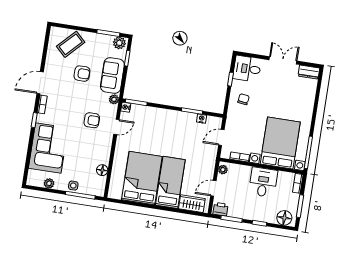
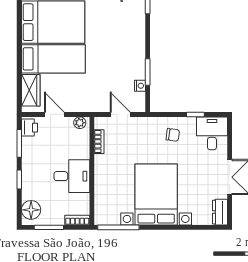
bed with nightstands: (280, 143) -> (156, 194), moved, turned -90

